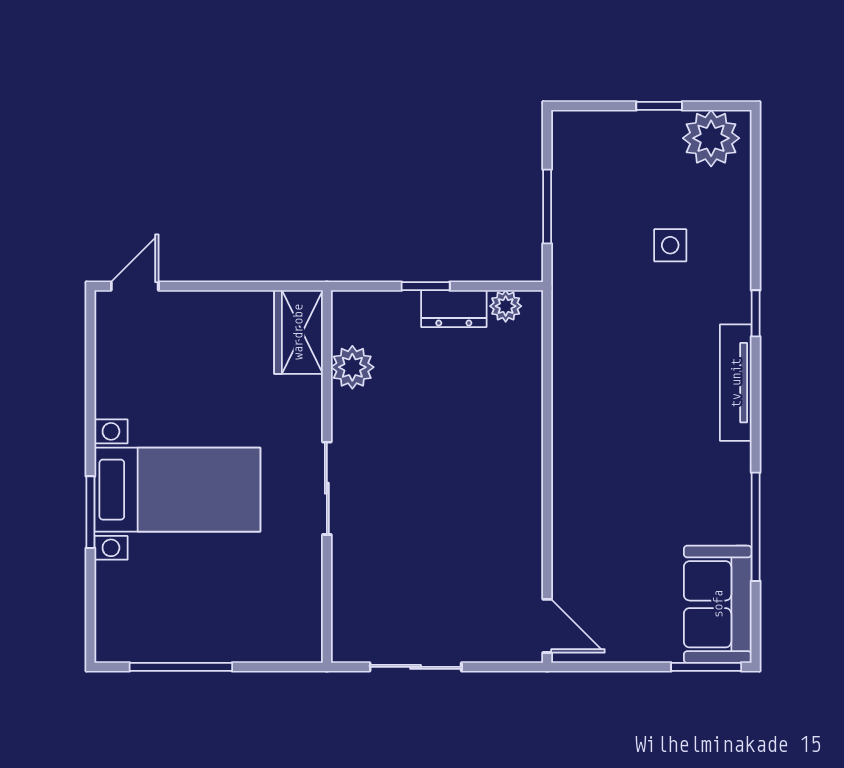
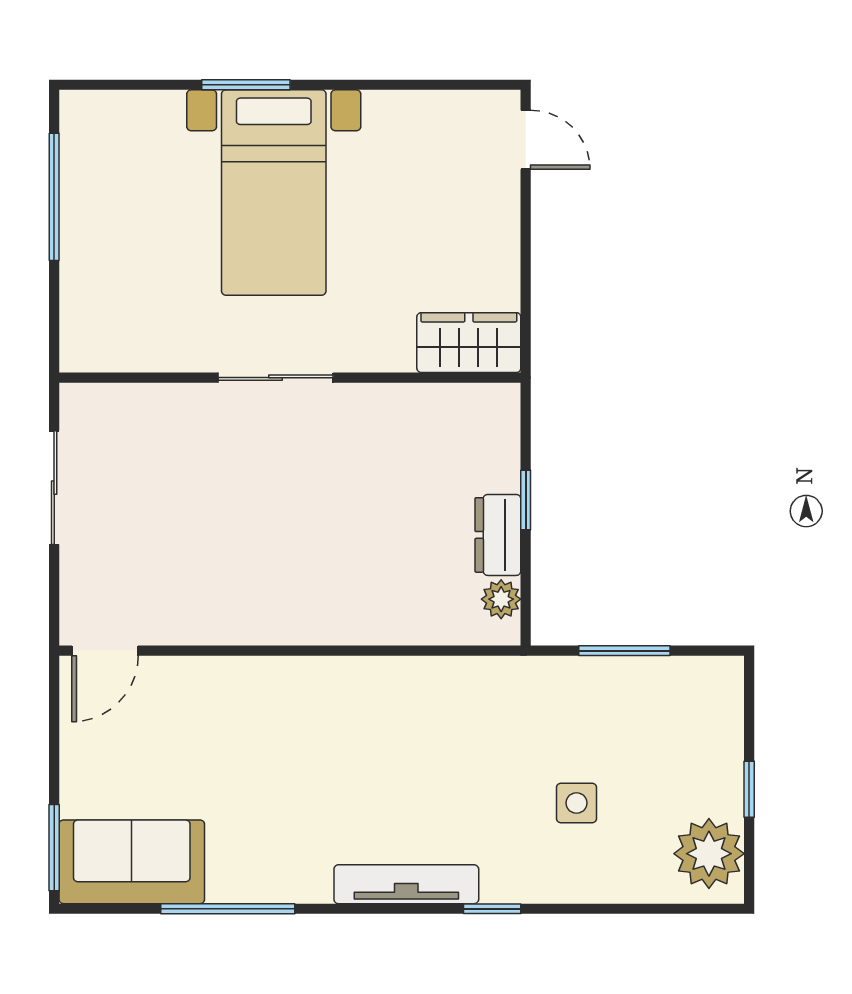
plant: (352, 367) -> (425, 409), removed

